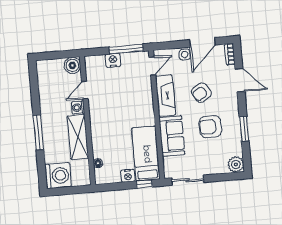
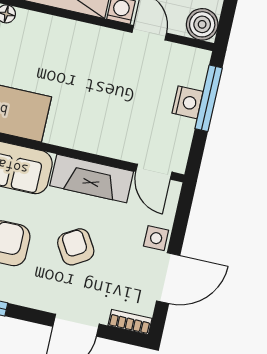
door: (202, 42) -> (168, 278), swing flipped
window: (126, 49) -> (209, 98), moved

